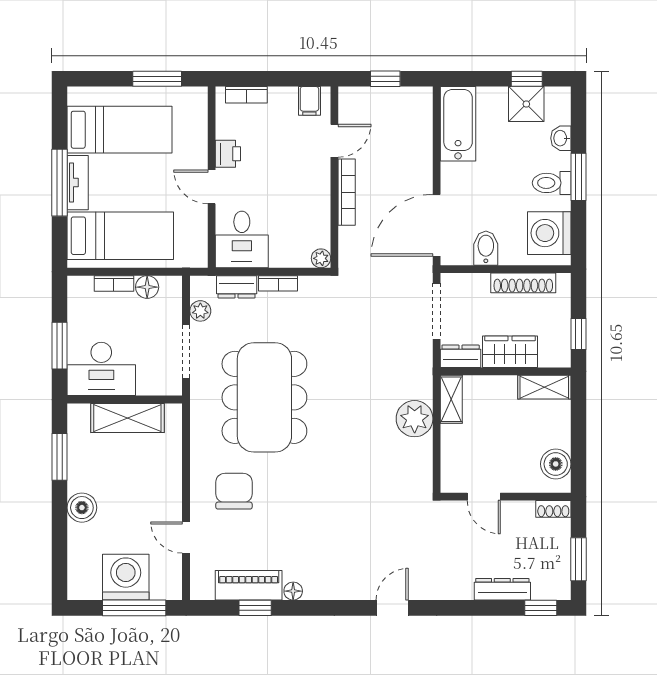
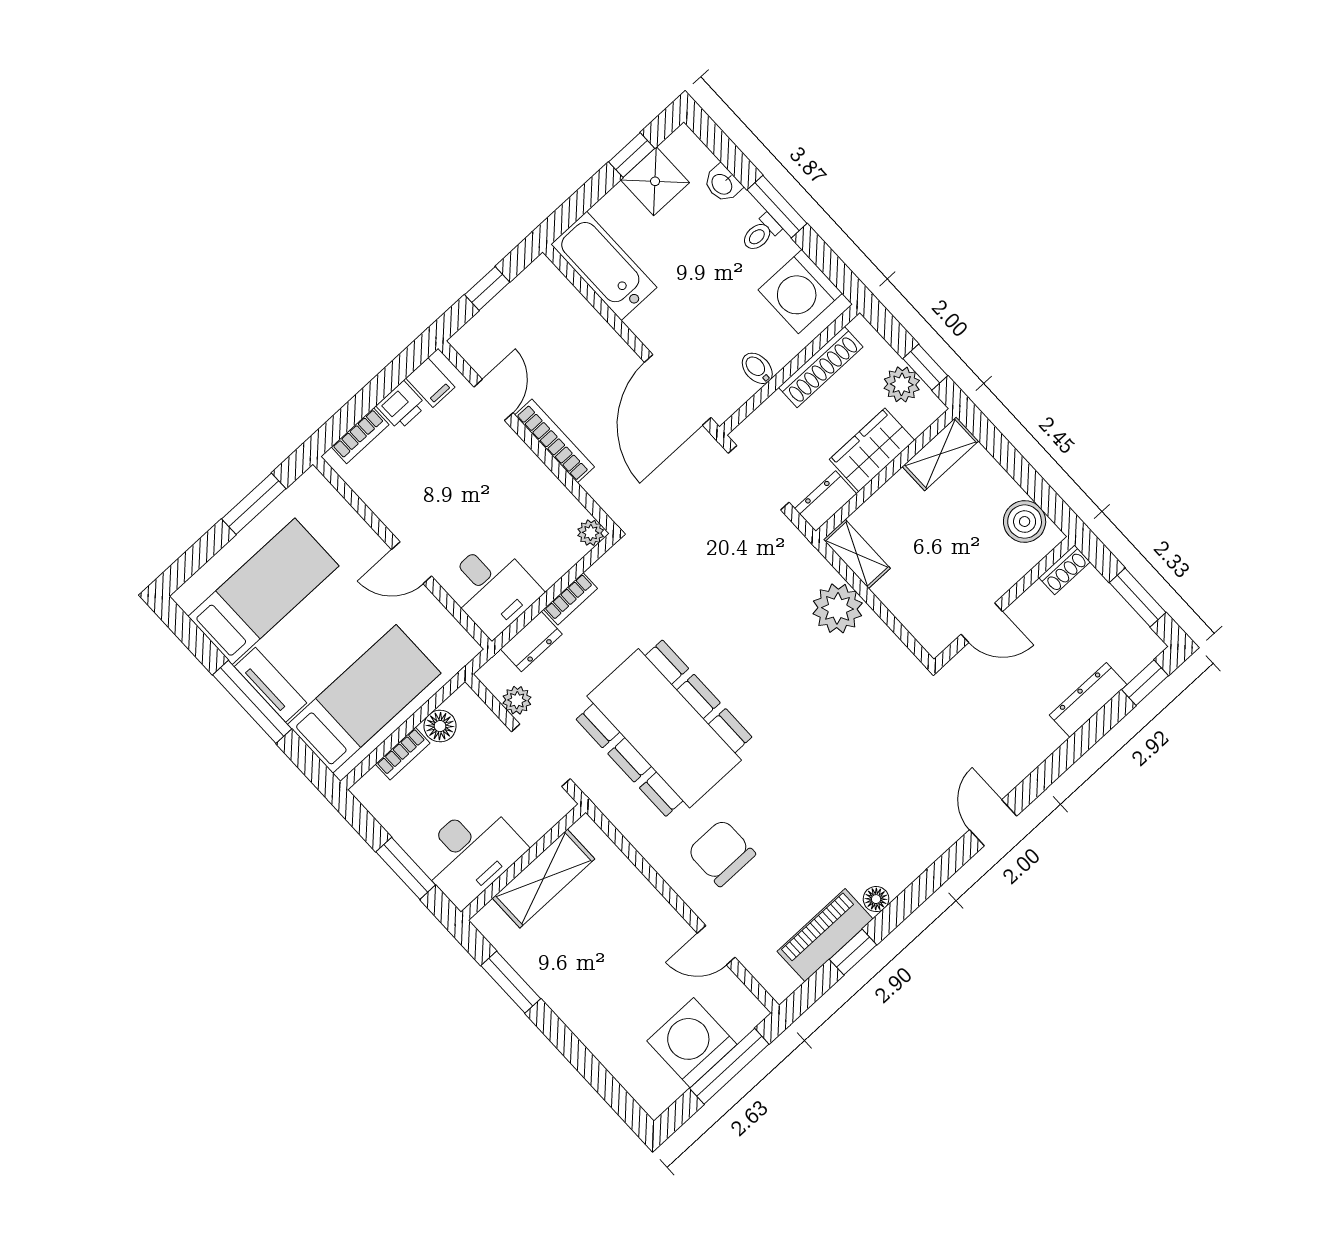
printer: (228, 154) -> (401, 406), moved, turned 90
toilet: (552, 183) -> (761, 233), width x0.73, depth x0.72
bidet: (486, 248) -> (757, 368), width x0.72, depth x0.74
plant: (558, 332) -> (902, 384), added
boiler: (82, 508) -> (581, 1013), removed

